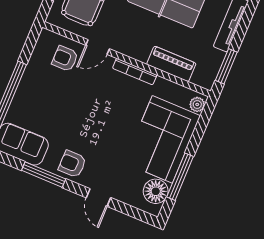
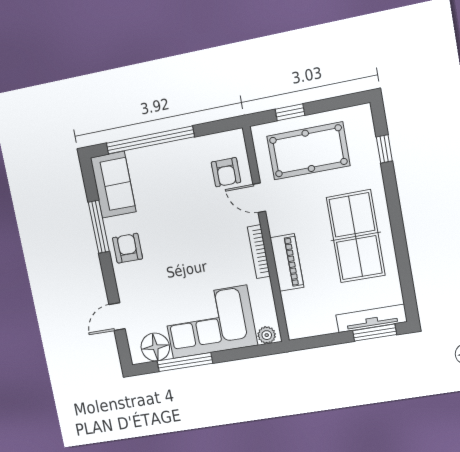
armchair: (65, 59) -> (226, 172), turned 180
piano: (171, 64) -> (287, 263), moved
window: (226, 66) -> (375, 333), moved
door: (99, 198) -> (117, 317), moved

